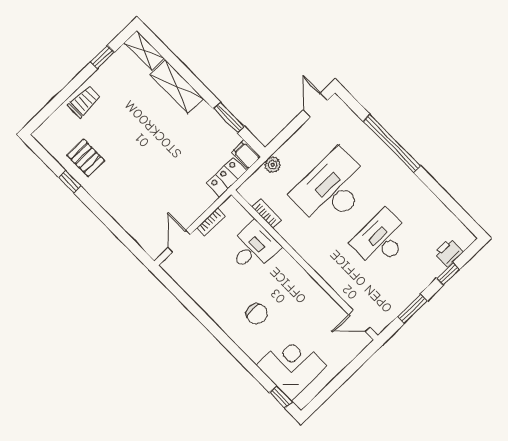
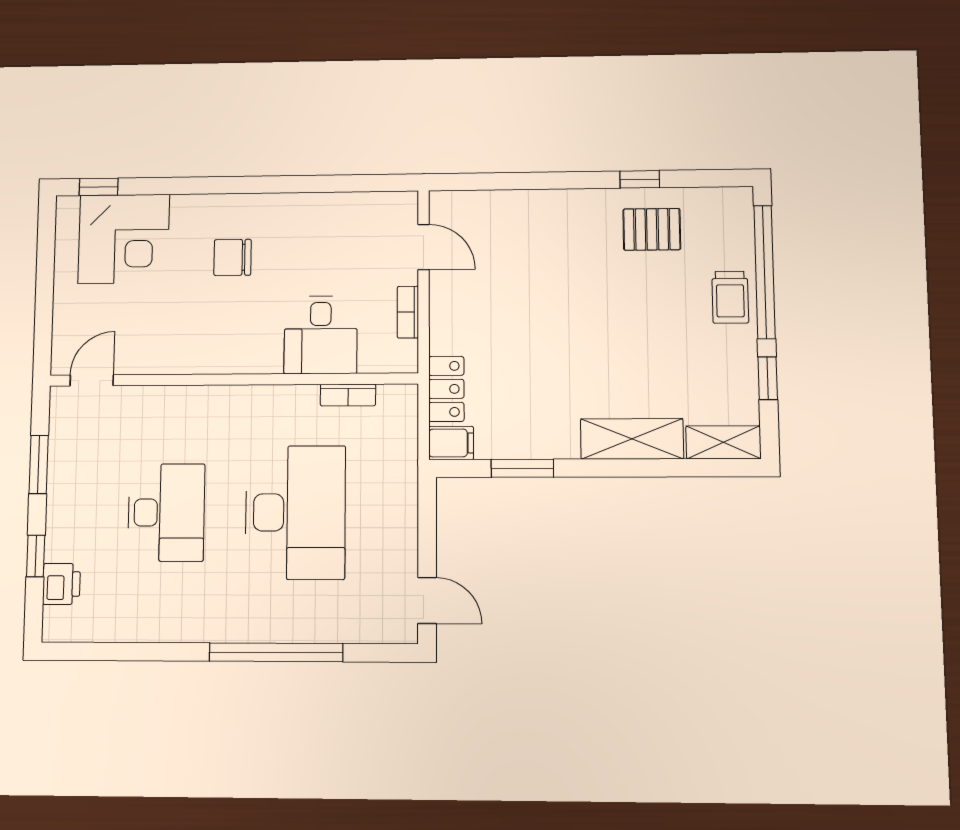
window: (61, 98) -> (765, 272), added
plant: (273, 165) -> (404, 465), removed

